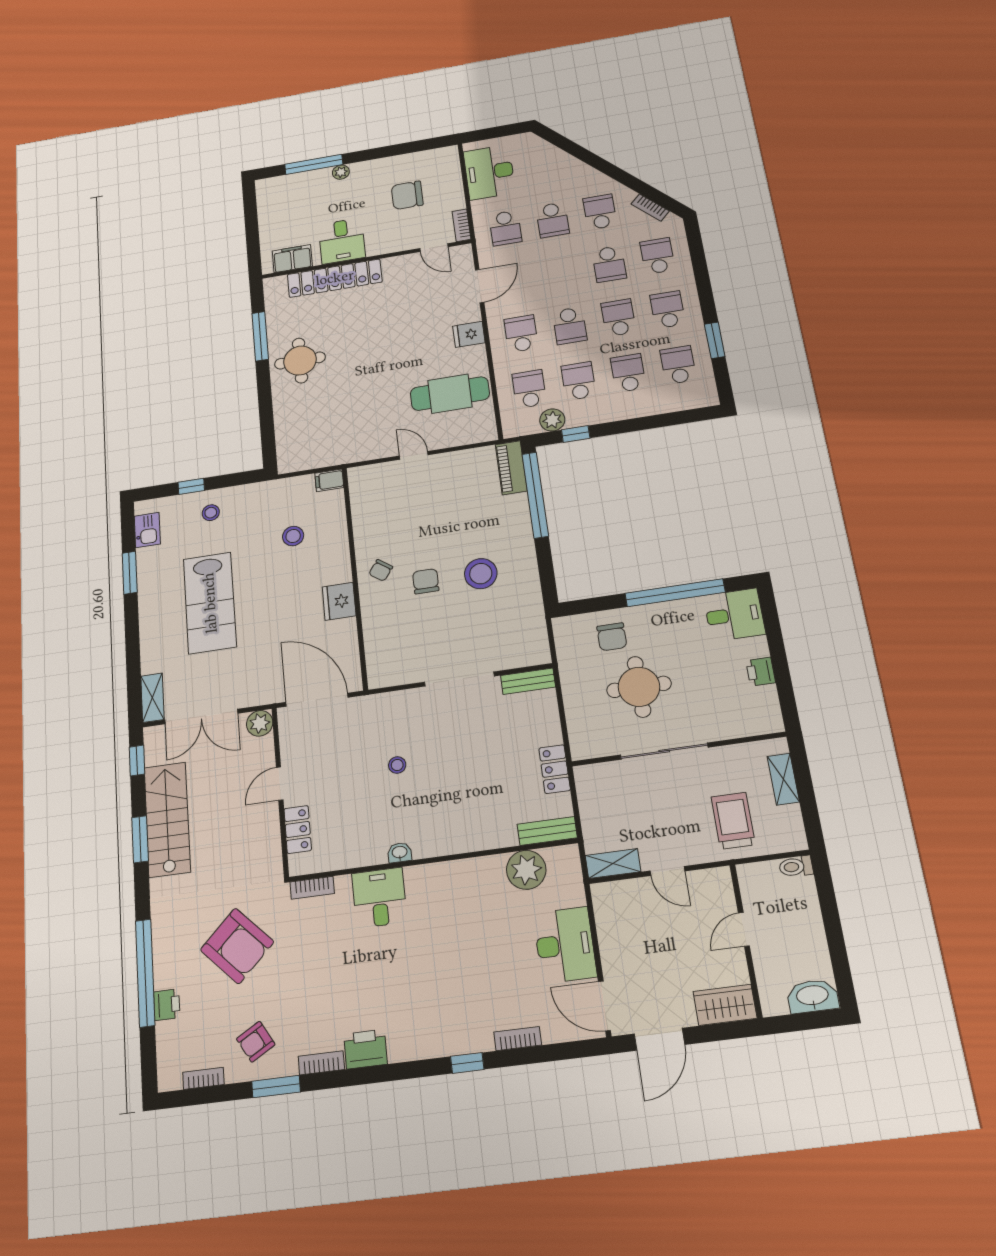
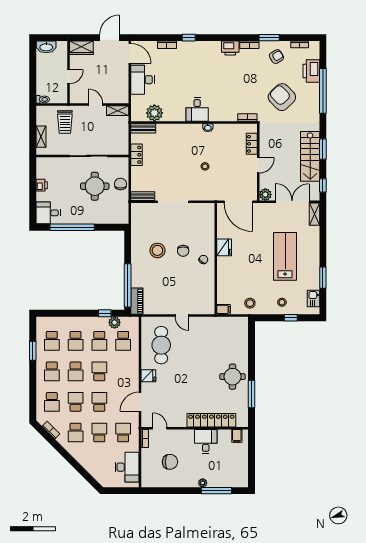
filing cabinet: (292, 259) -> (237, 436), width x0.50
school desk: (521, 334) -> (99, 402), moved, turned 180
cafe table: (450, 394) -> (161, 345), turned 90
stool: (293, 536) -> (250, 303), moved
chair: (612, 637) -> (120, 184), moved
desk: (379, 898) -> (197, 109), moved
printer: (167, 1005) -> (311, 71), width x1.87, depth x1.48

